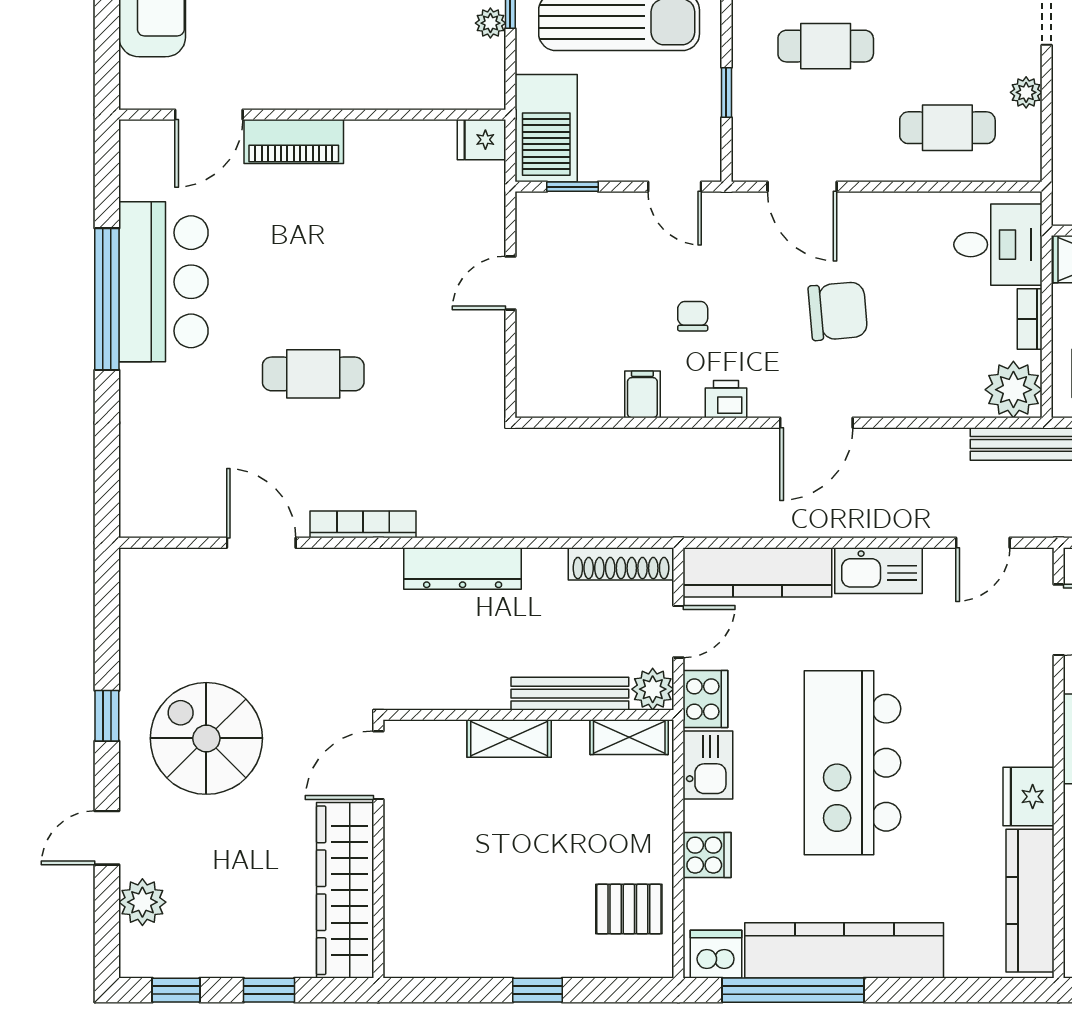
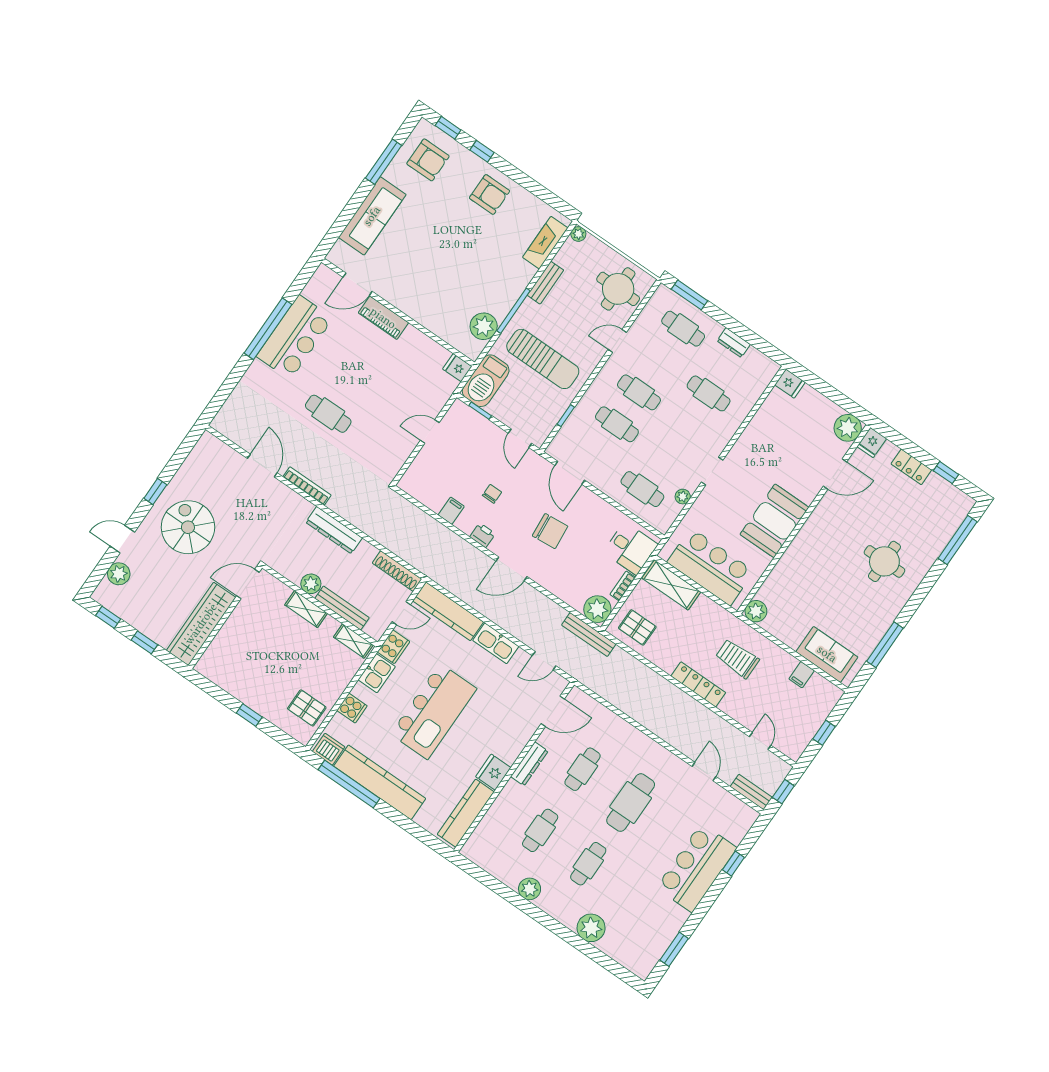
plant: (490, 23) -> (484, 326), width x1.88, depth x1.88
plant: (653, 689) -> (311, 584), moved
kitchen island: (852, 763) -> (434, 711), turned 180

